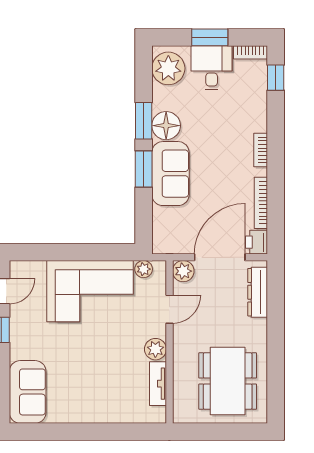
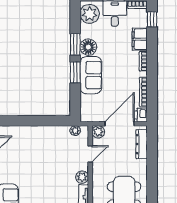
filing cabinet: (255, 112) -> (140, 39), added
corner sofa: (90, 291) -> (44, 143), removed

